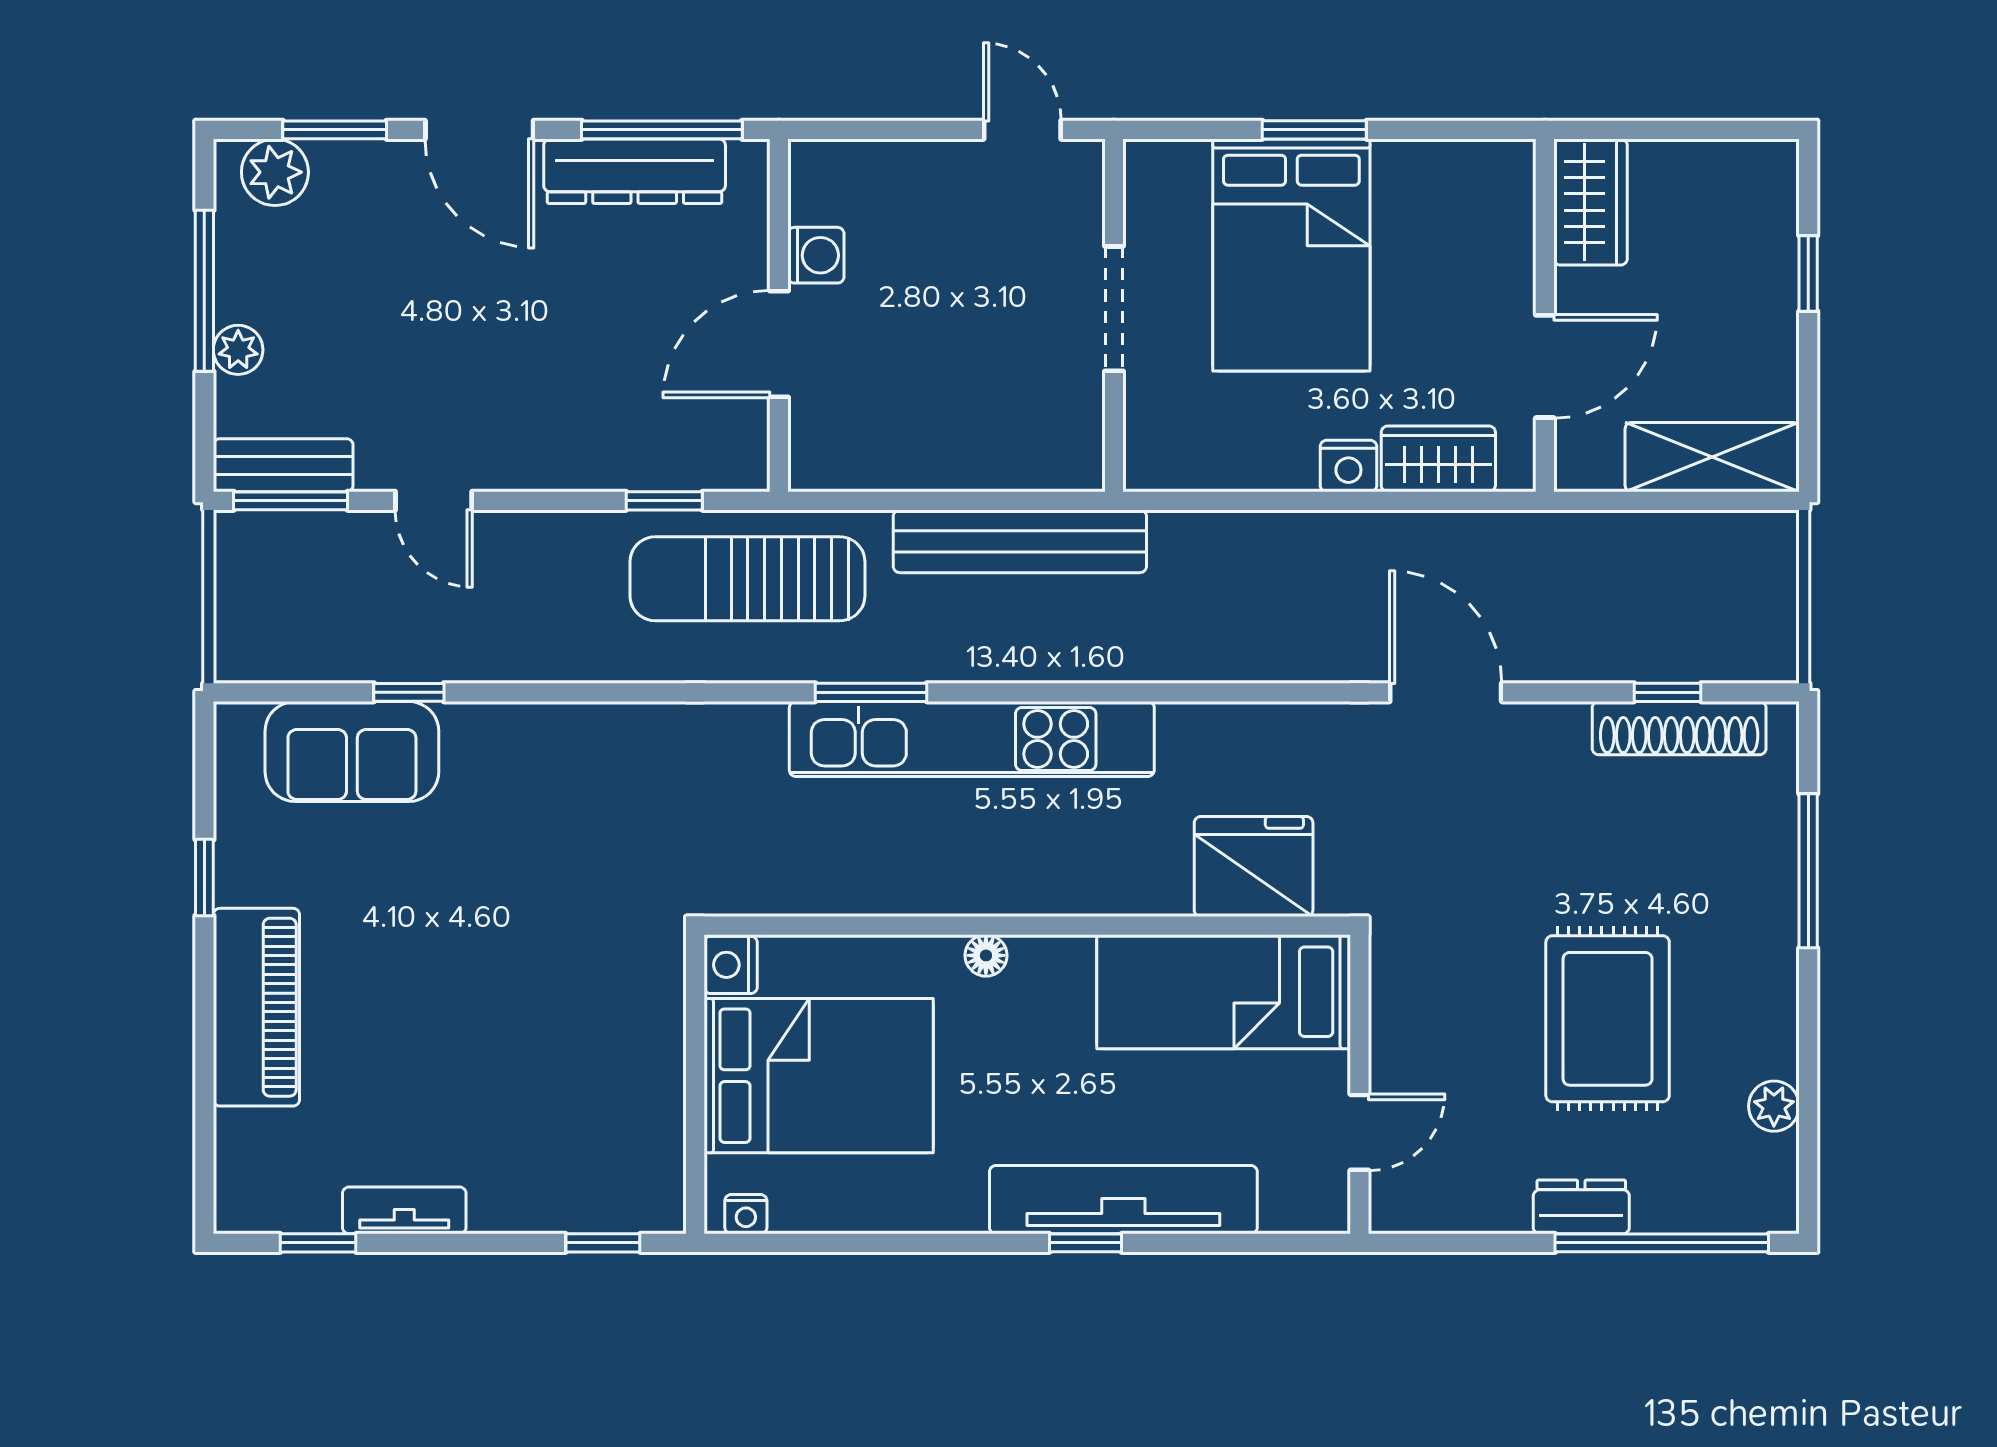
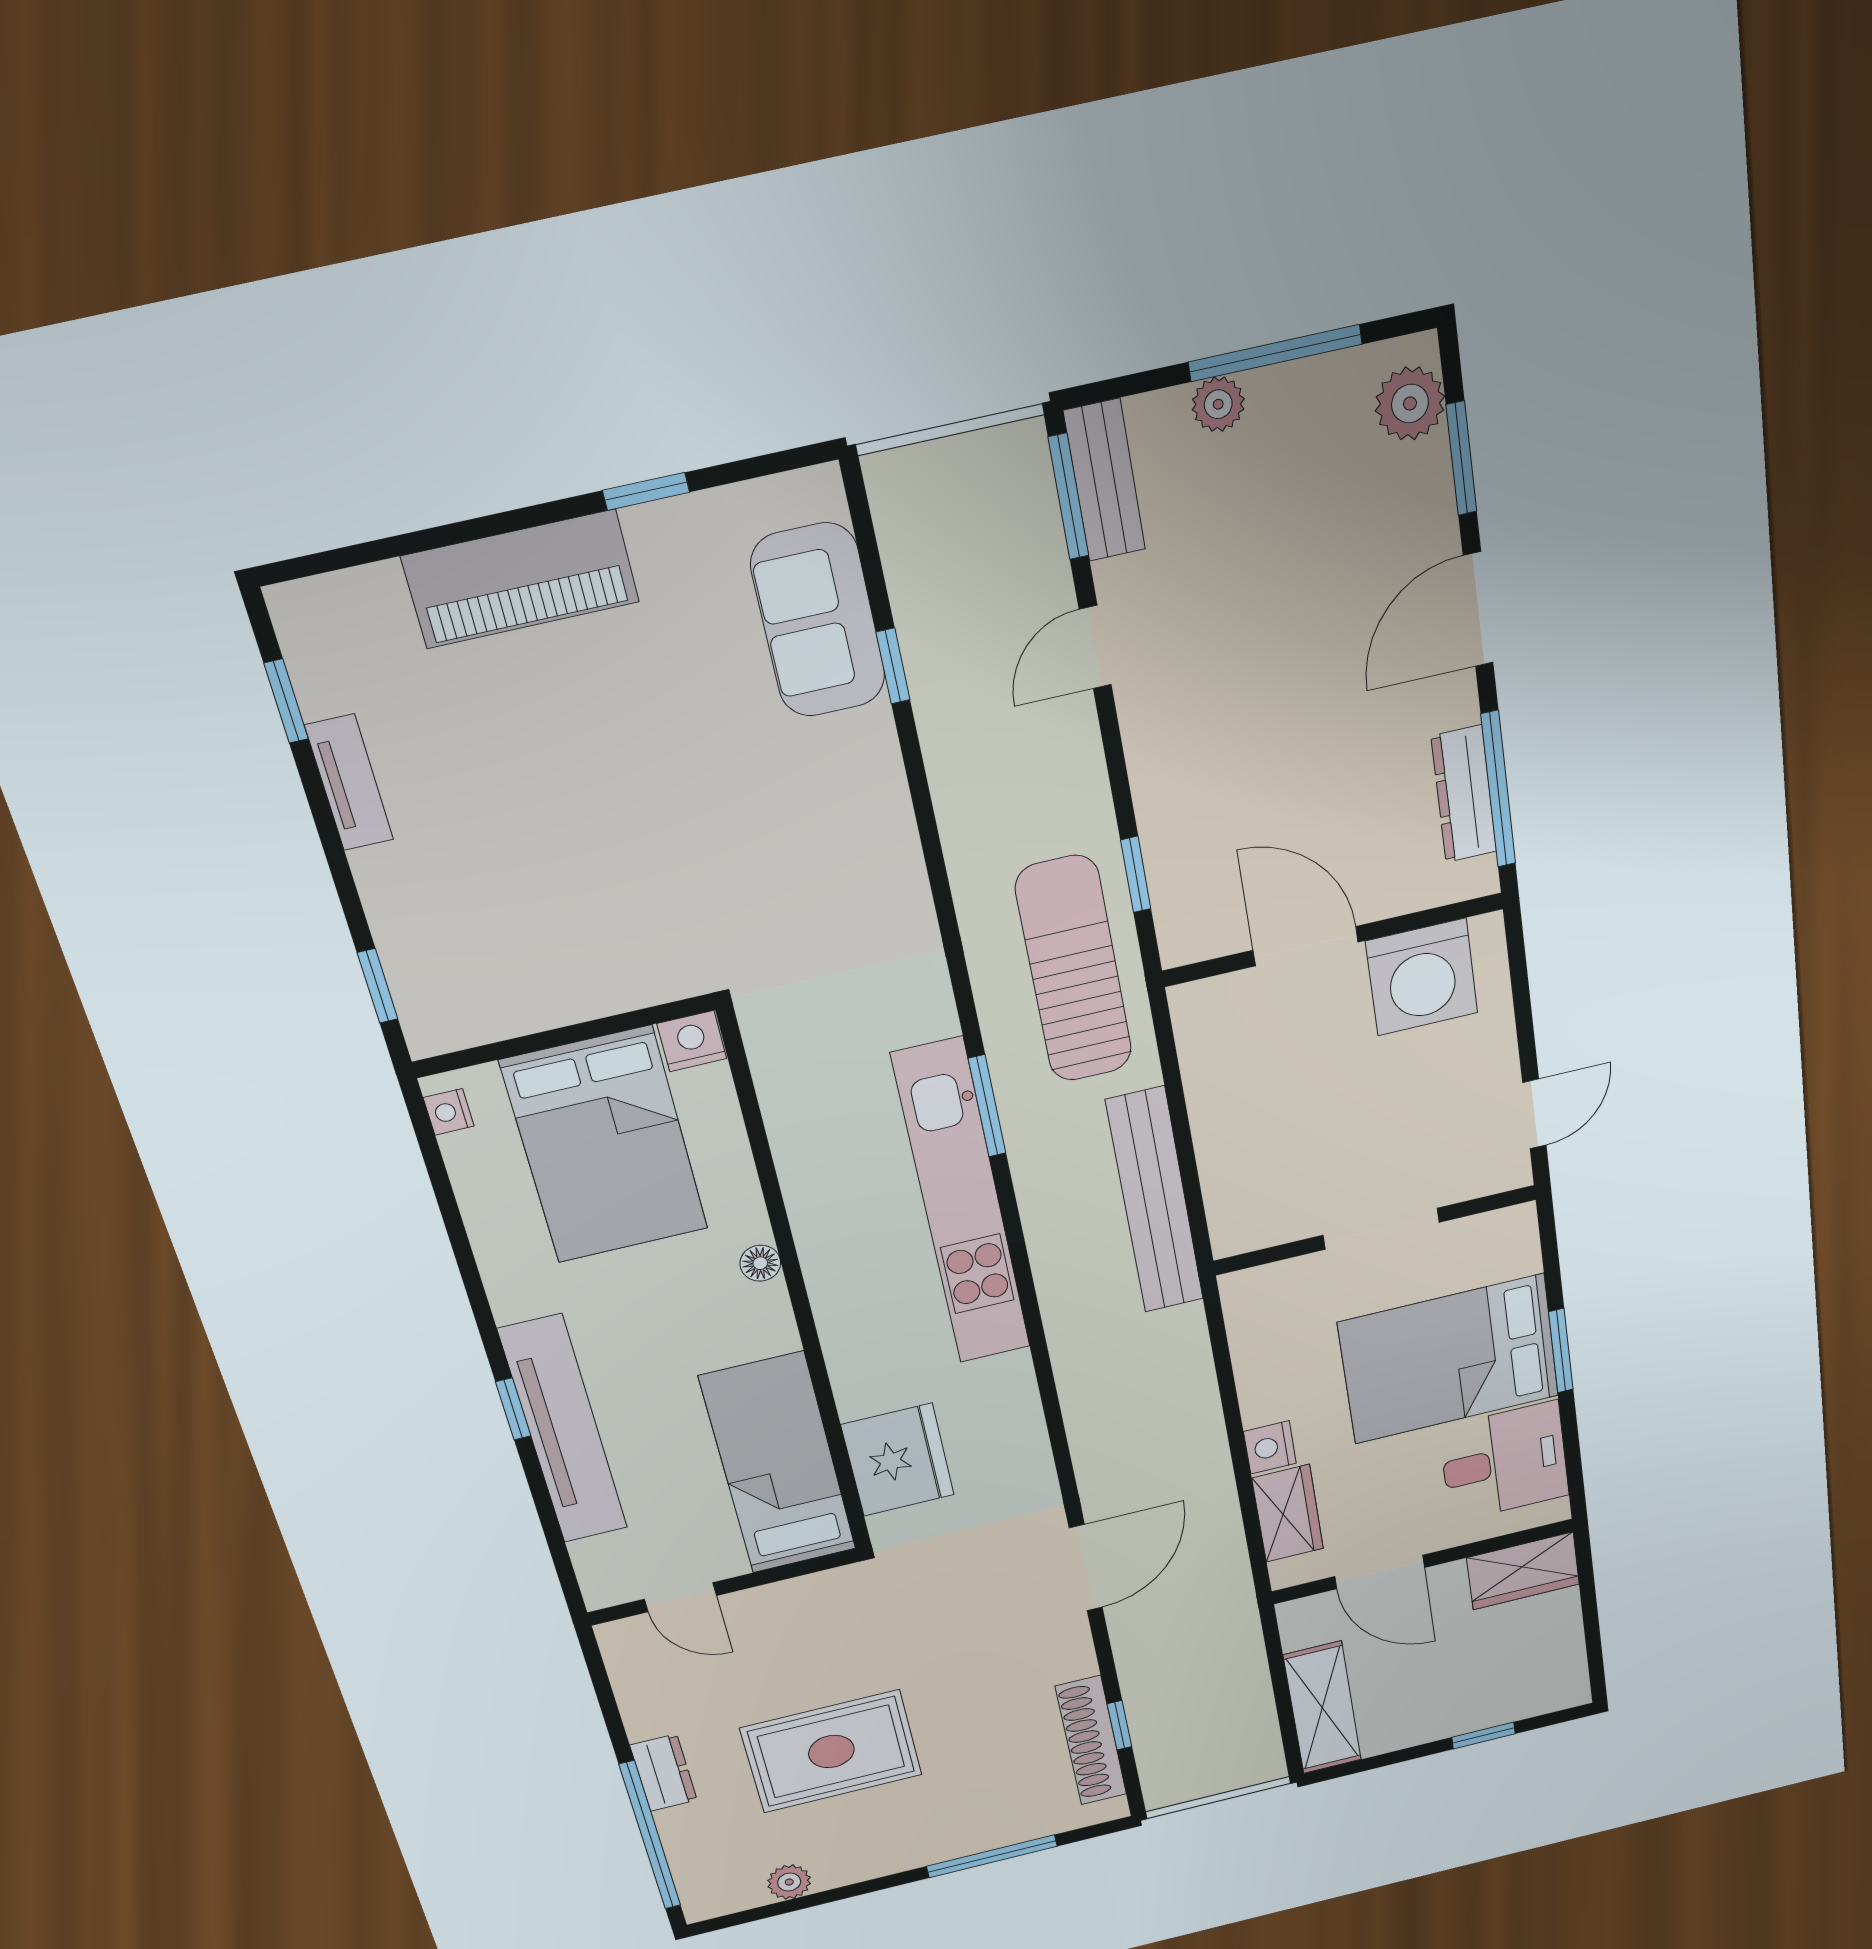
dresser: (635, 171) -> (1464, 794), width x0.73, depth x0.80
desk: (1439, 208) -> (1504, 1462), added
washing machine: (816, 255) -> (1422, 977), width x1.89, depth x1.89

